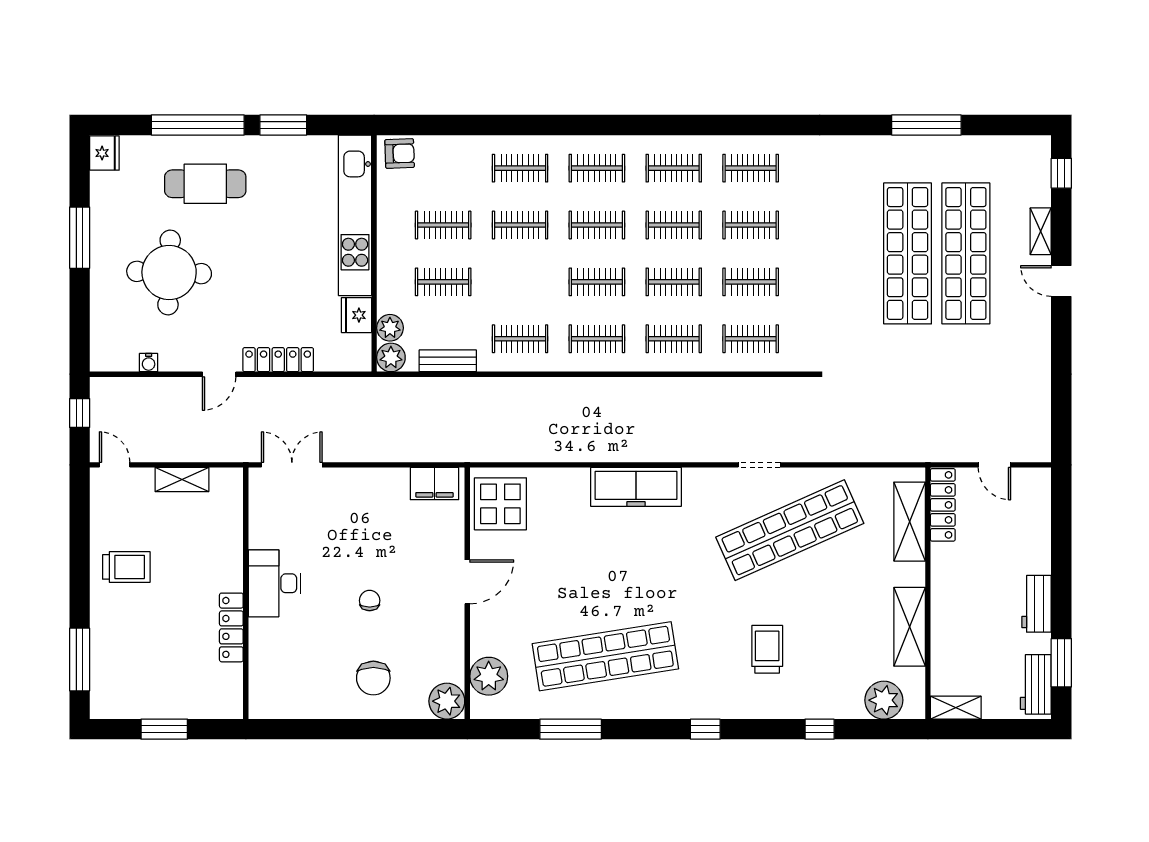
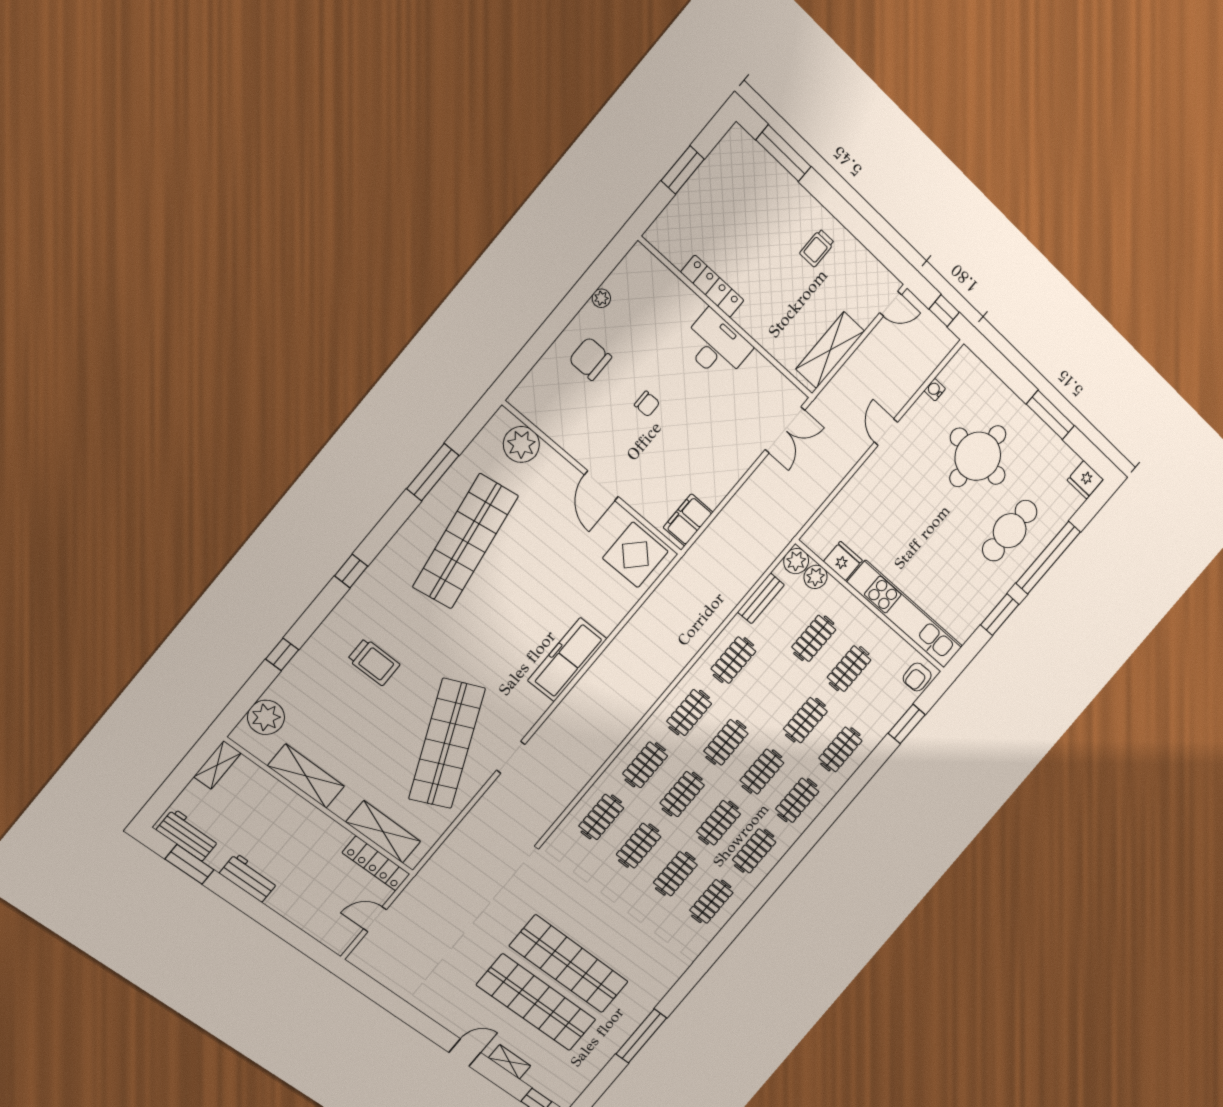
window: (448, 125) -> (907, 724), added
locker: (278, 360) -> (860, 482), removed
shelving: (182, 479) -> (830, 350), width x1.50, depth x1.33
trolley: (126, 567) -> (817, 248), width x0.73, depth x0.72
plant: (447, 701) -> (601, 298), moved, width x0.53, depth x0.53

